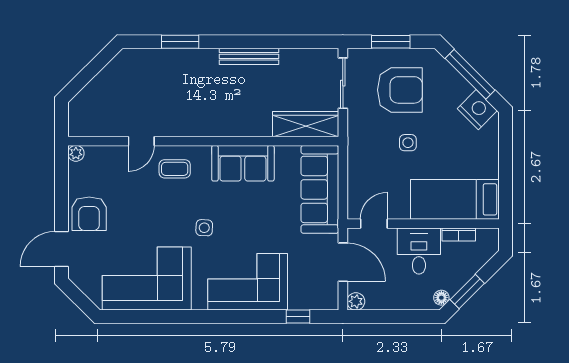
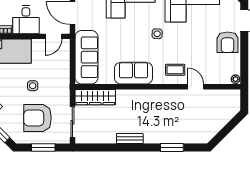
bench: (249, 56) -> (130, 138), width x0.73
door: (141, 141) -> (196, 87), hinge flipped
armchair: (89, 214) -> (228, 42), turned 180

